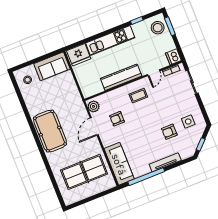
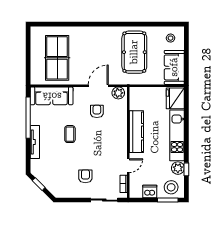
plant: (139, 28) -> (178, 168), added
dishwasher: (173, 57) -> (150, 191), moved
door: (154, 73) -> (128, 166), swing flipped
coffee table: (138, 96) -> (70, 134), moved
side table: (188, 122) -> (66, 181), removed
door: (94, 126) -> (98, 86), hinge flipped
pool table: (50, 131) -> (134, 52), moved, turned 90
armchair: (169, 132) -> (85, 176), moved

